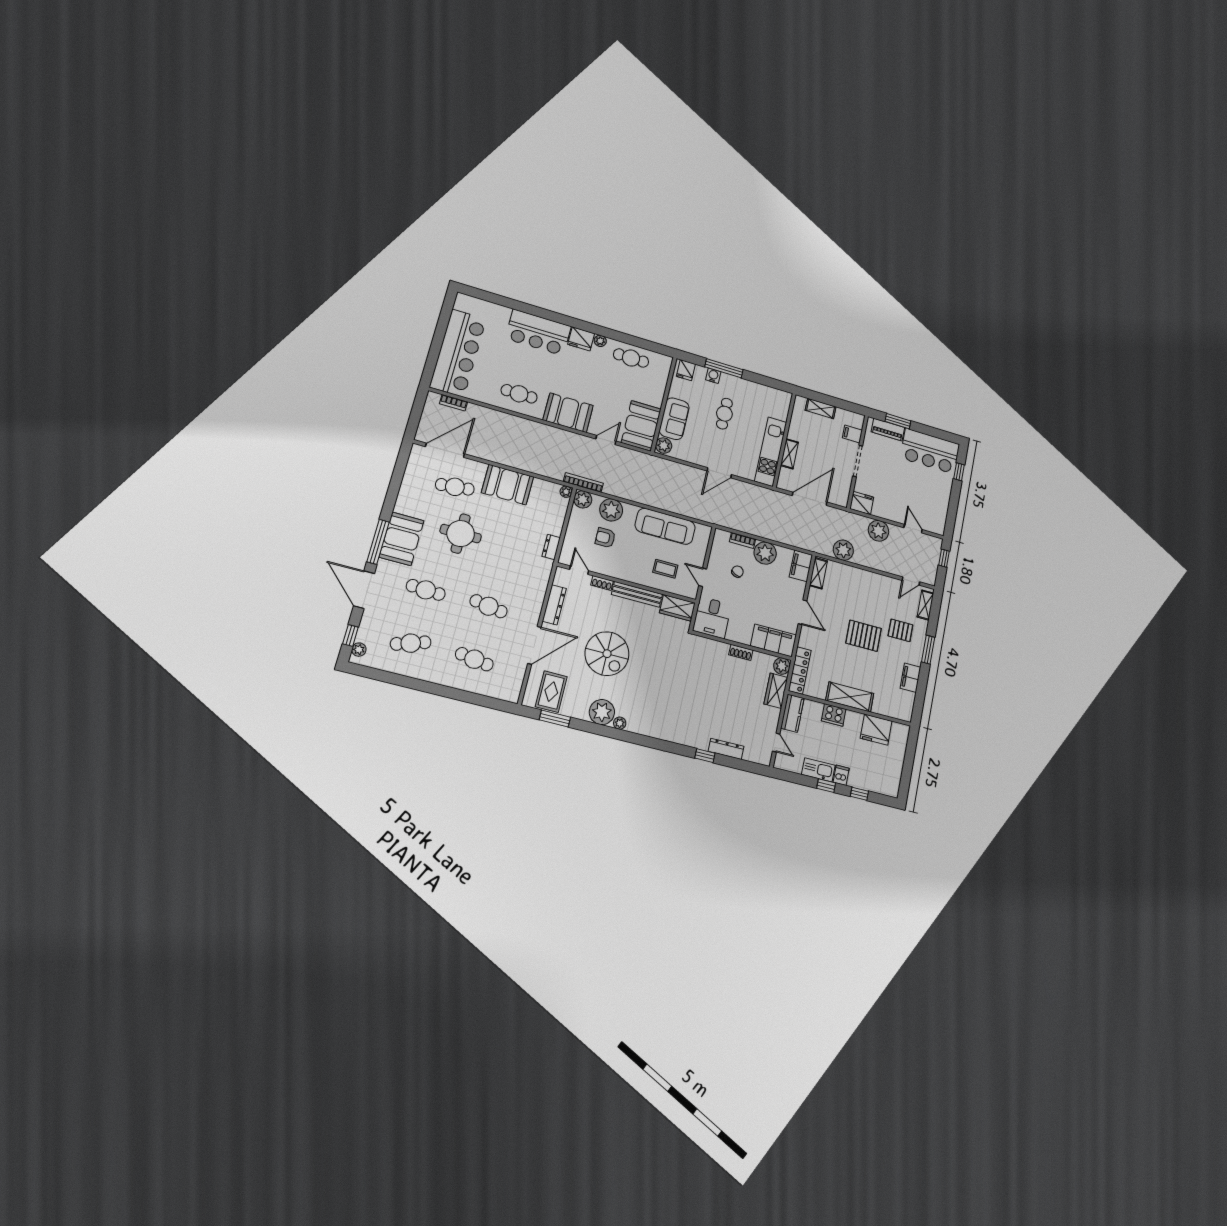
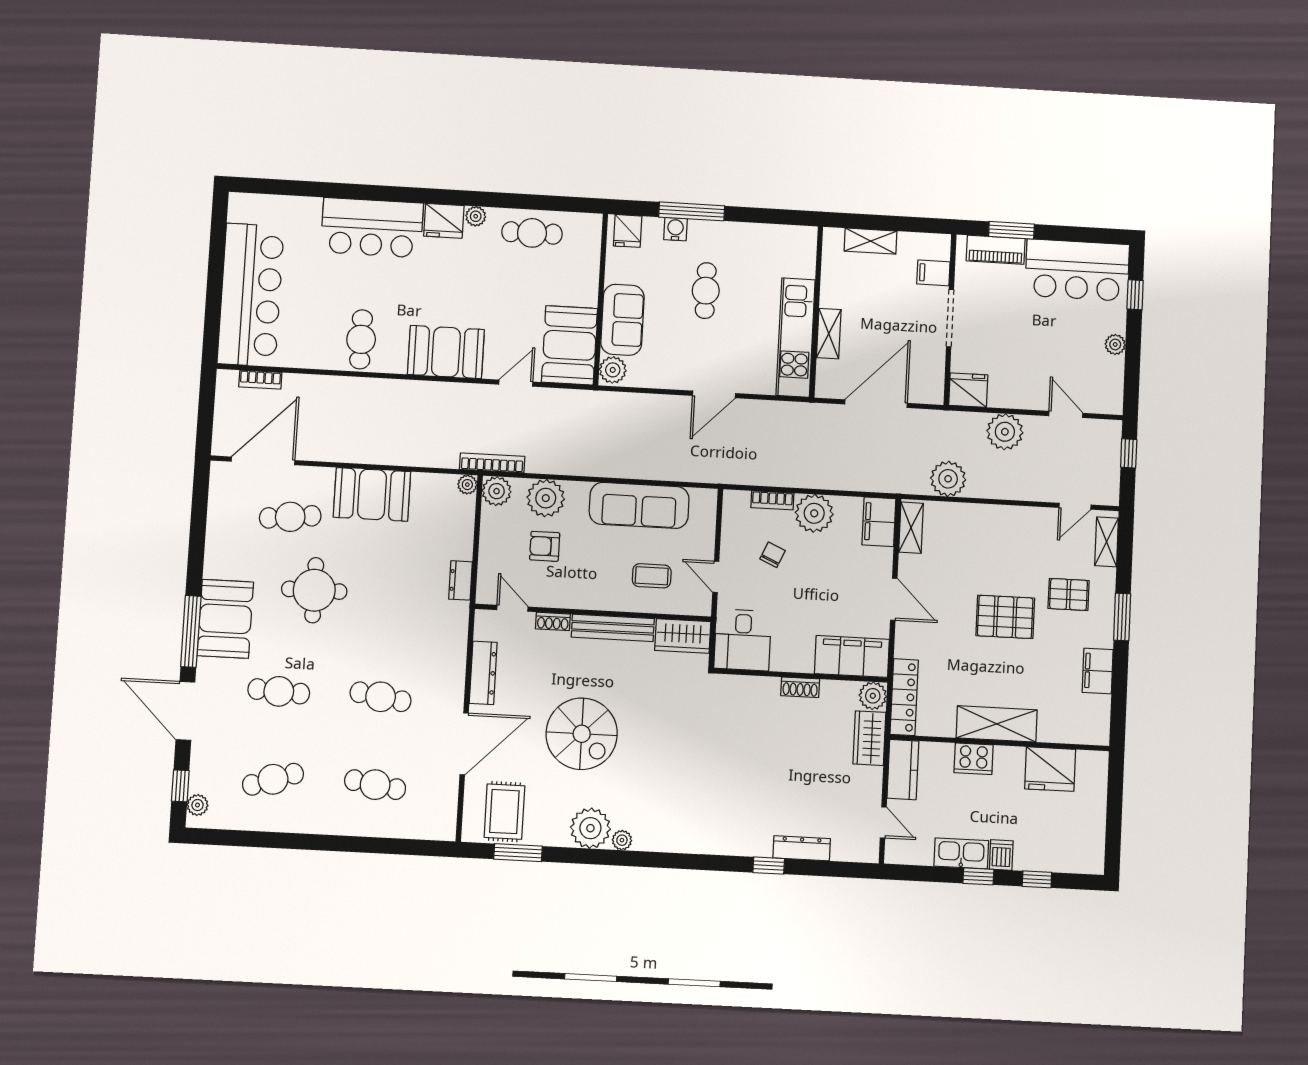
cafe table: (519, 394) -> (361, 339), turned 90
plant: (945, 496) -> (1115, 345), added

